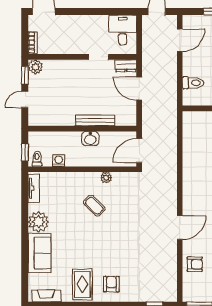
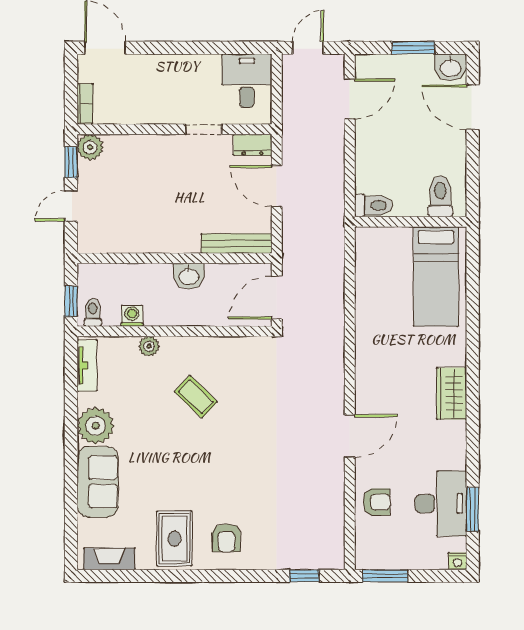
toilet: (193, 83) -> (373, 205), moved
bench: (95, 120) -> (236, 244), moved
plant: (106, 178) -> (149, 346), moved
armchair: (111, 284) -> (226, 538), turned 180

